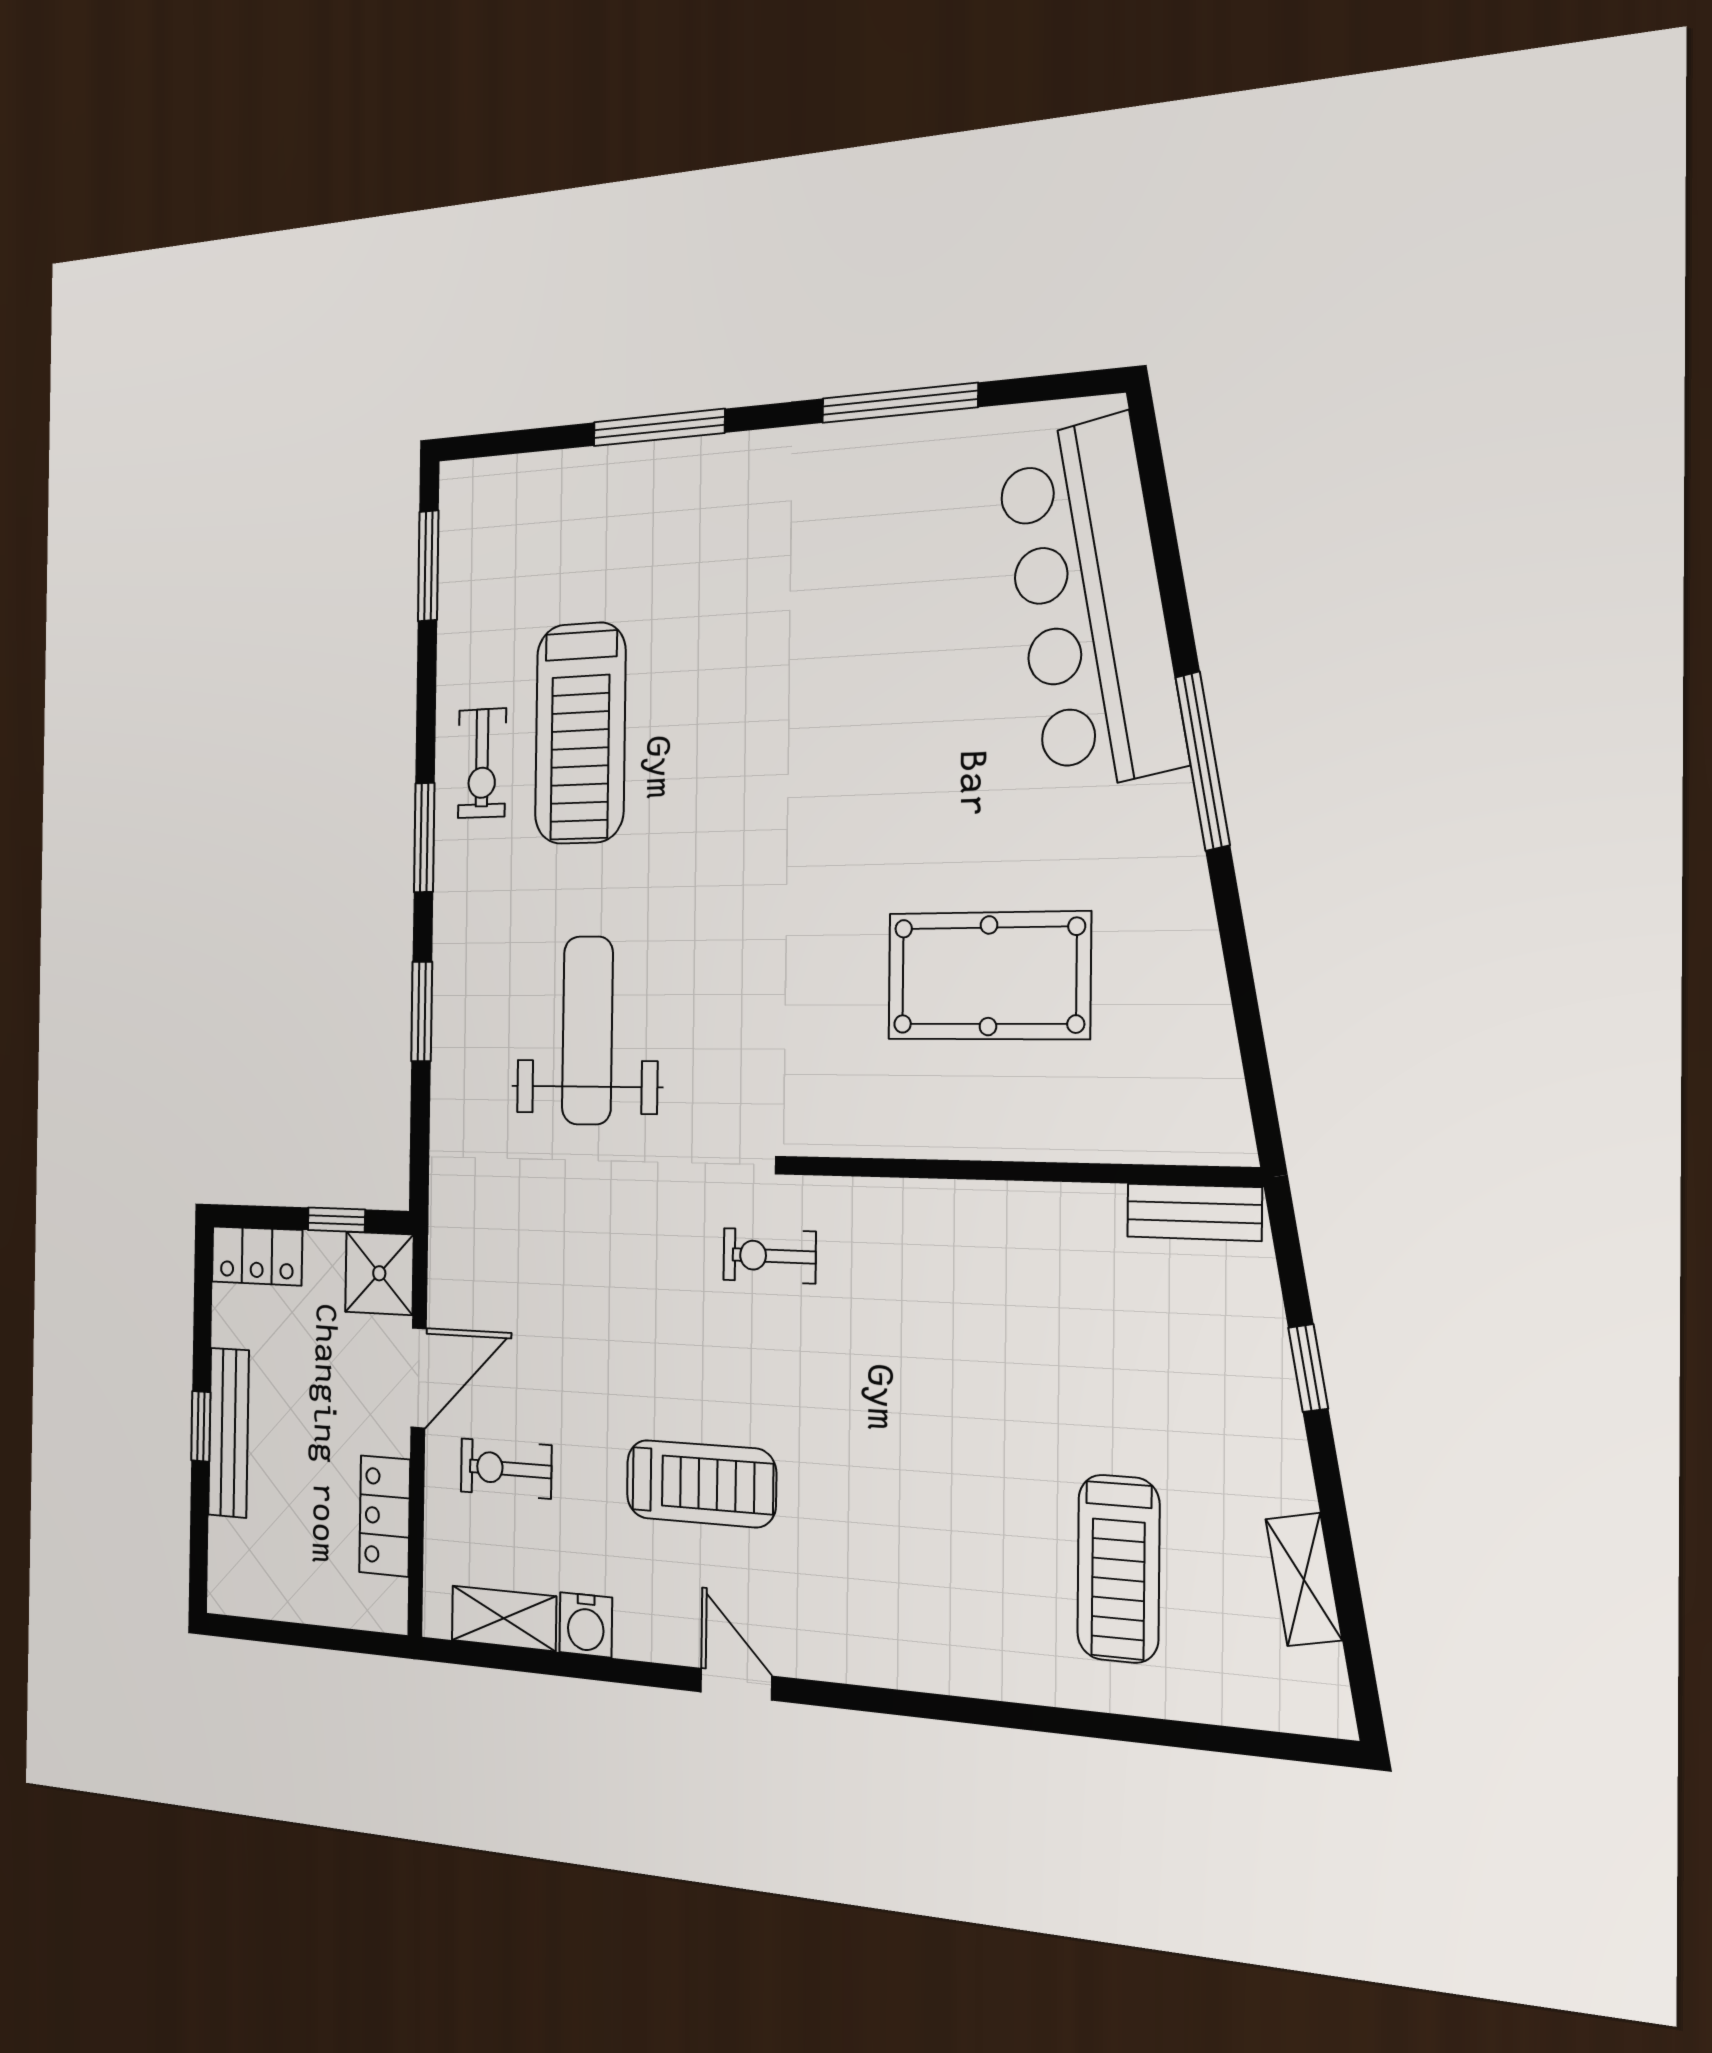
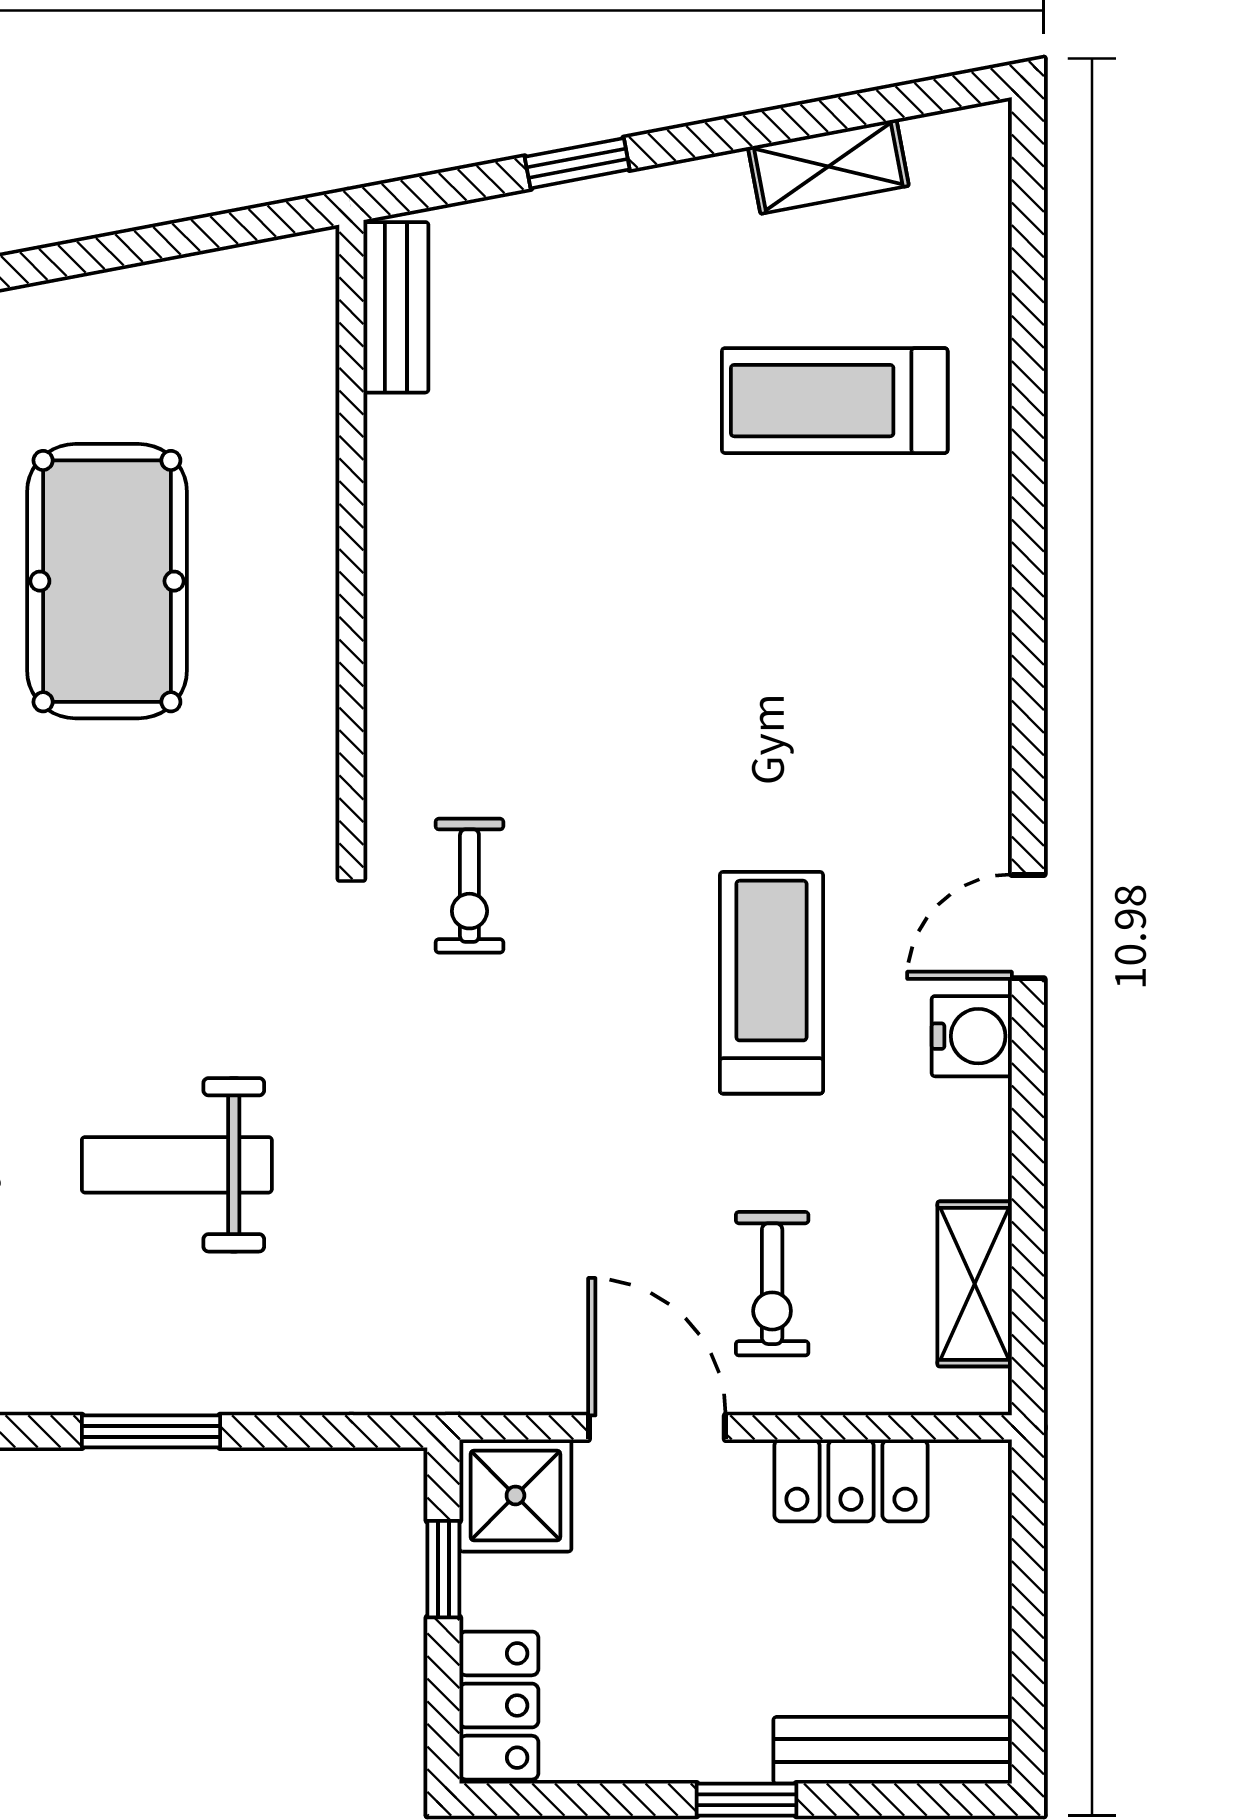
weight bench: (587, 1030) -> (177, 1165), width x0.73, depth x0.75
bench: (229, 1433) -> (893, 1750), moved
treadmill: (1118, 1569) -> (835, 401), turned 180
water cooler: (586, 1625) -> (972, 1036), moved

